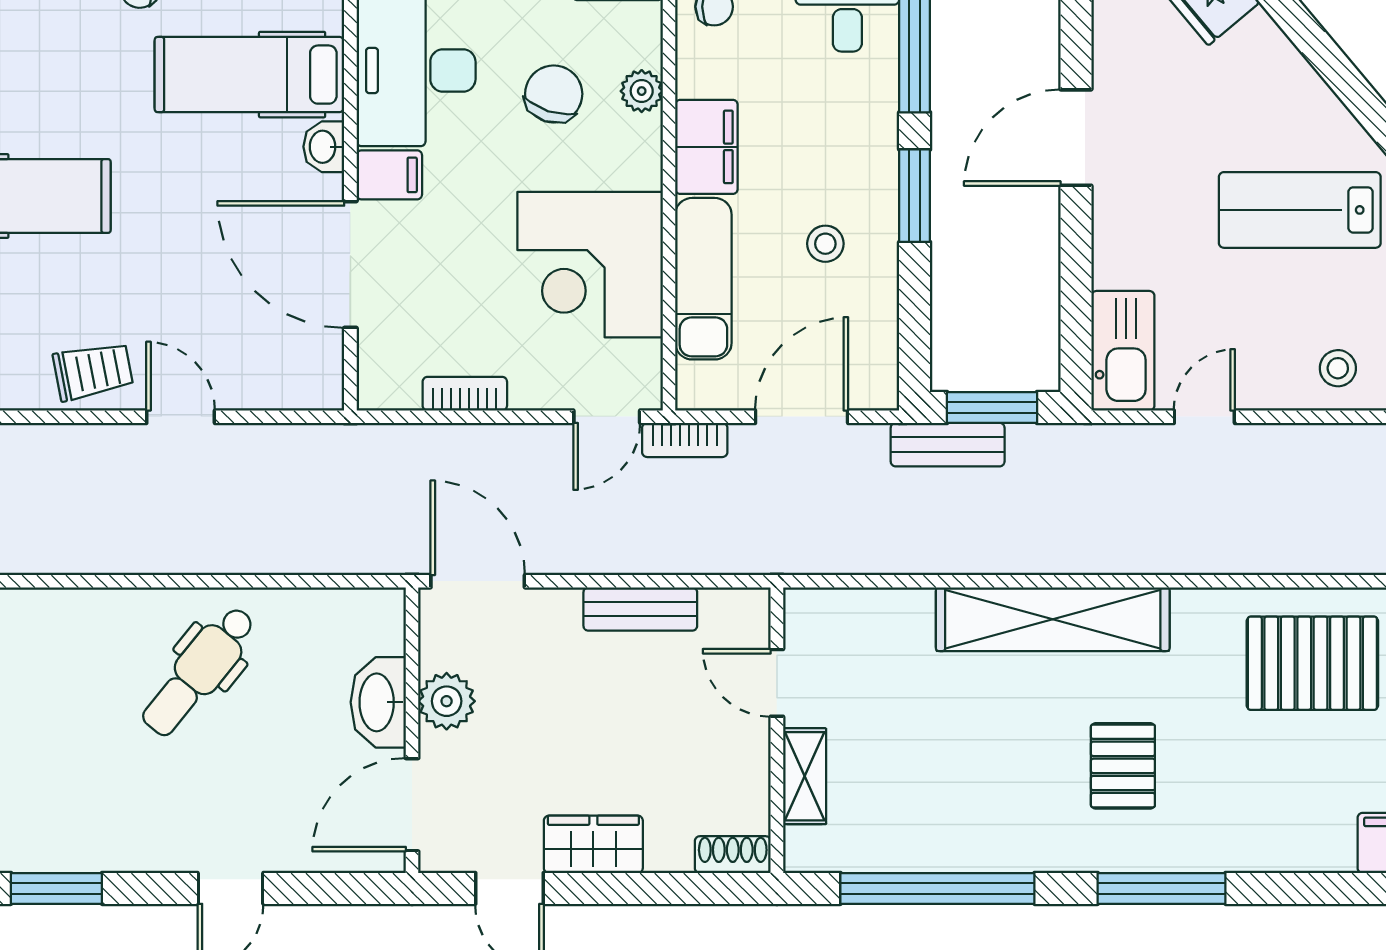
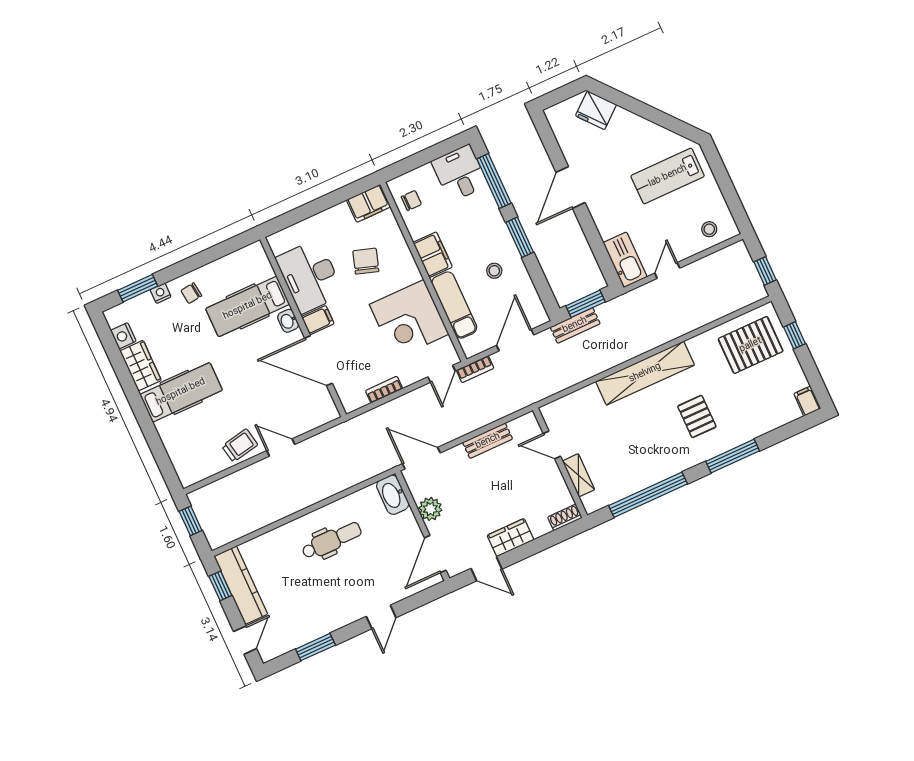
plant: (642, 91) -> (399, 245), removed
dental chair: (199, 671) -> (332, 540), turned -129
washbasin: (378, 702) -> (393, 495), moved

